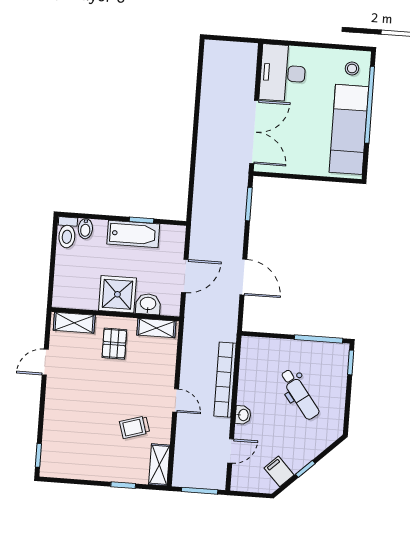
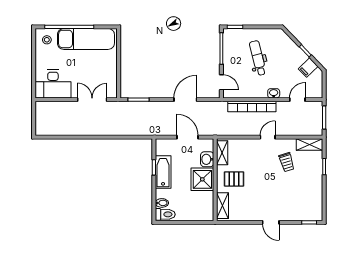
double door: (254, 132) -> (92, 100), width x0.73
door: (266, 335) -> (221, 82), added
door: (45, 362) -> (271, 222), moved
dental chair: (300, 394) -> (258, 58), turned -67
door: (231, 451) -> (297, 100), hinge flipped

